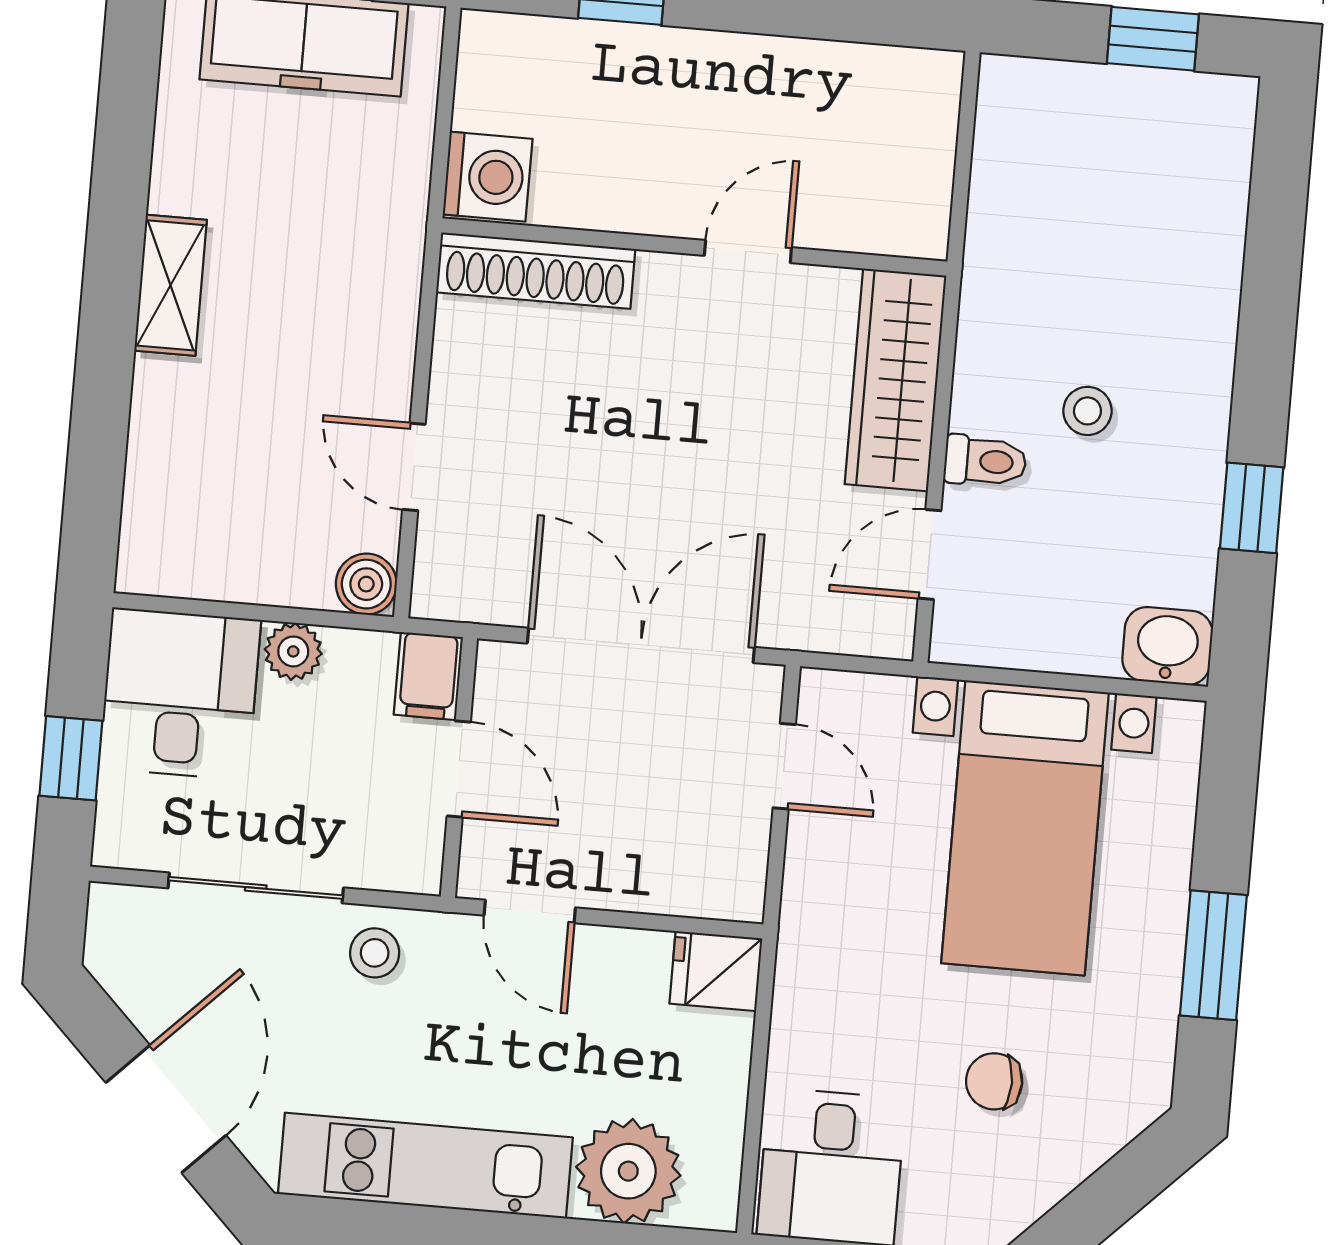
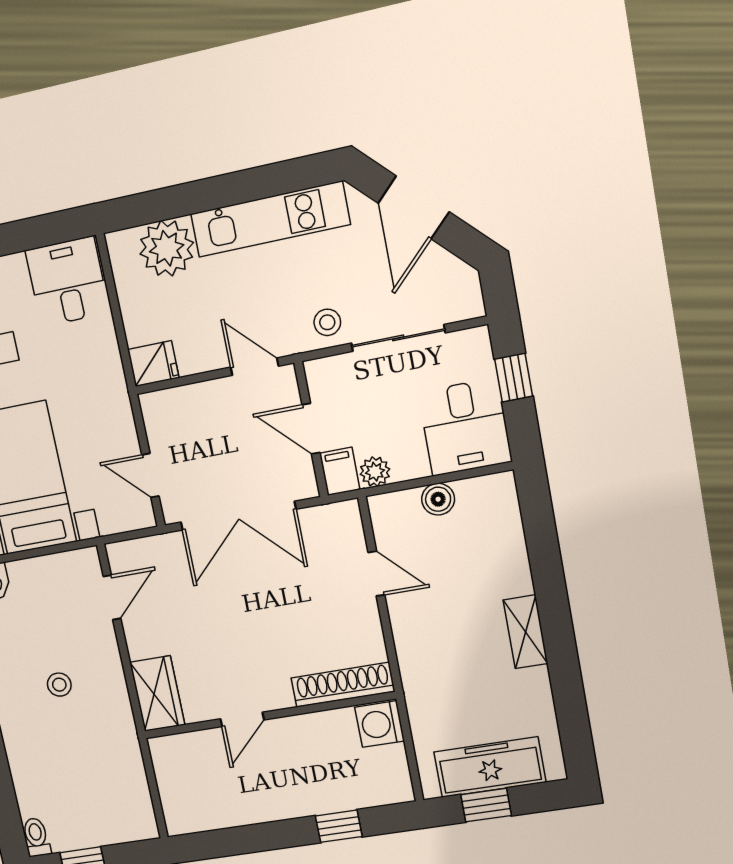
wardrobe: (895, 380) -> (157, 694), width x0.67
toilet: (985, 461) -> (36, 837), moved, turned 90
boiler: (366, 584) -> (438, 499), moved
plant: (293, 651) -> (375, 472), moved

